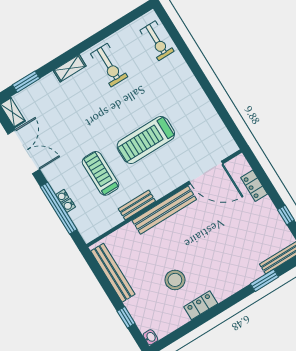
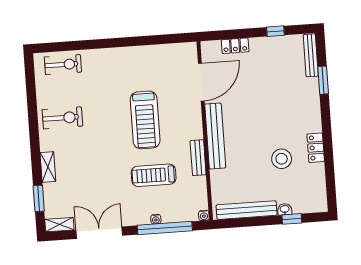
shelving: (70, 68) -> (48, 167), moved
water cooler: (68, 205) -> (204, 215), moved
washbasin: (150, 337) -> (285, 209), moved

